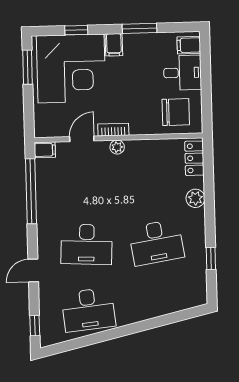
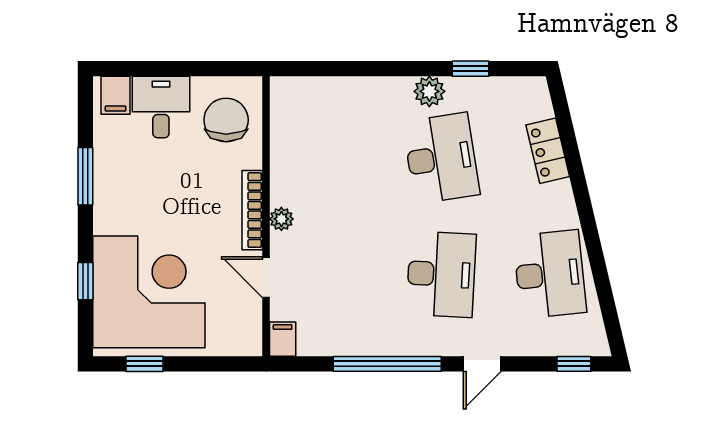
filing cabinet: (114, 45) -> (111, 219), removed
window: (28, 67) -> (145, 364), width x0.67
bookcase: (113, 130) -> (252, 210), width x1.56
locker: (194, 158) -> (548, 151), moved, turned 77
window: (31, 191) -> (387, 364), moved
plant: (195, 198) -> (429, 91), moved
door: (33, 271) -> (482, 364), hinge flipped

